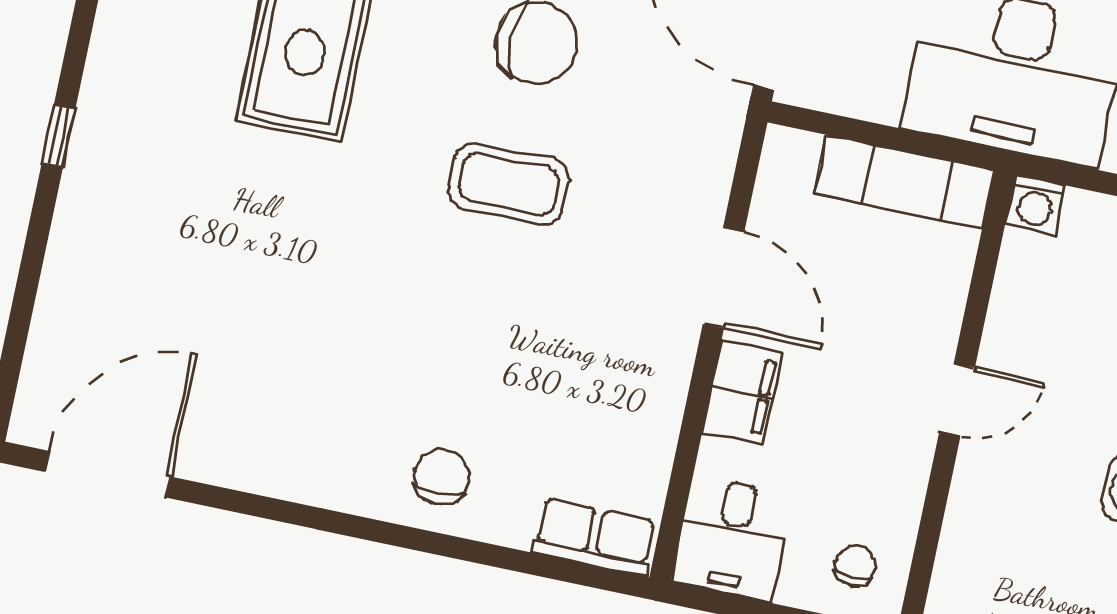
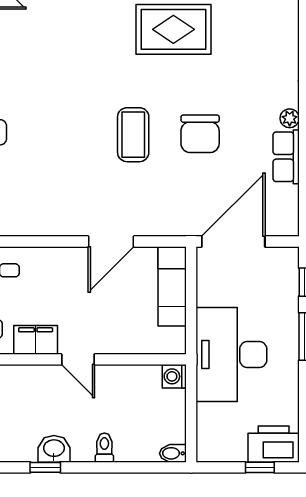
exam couch: (904, 182) -> (172, 286), moved
filing cabinet: (742, 393) -> (36, 340), moved, turned 180

